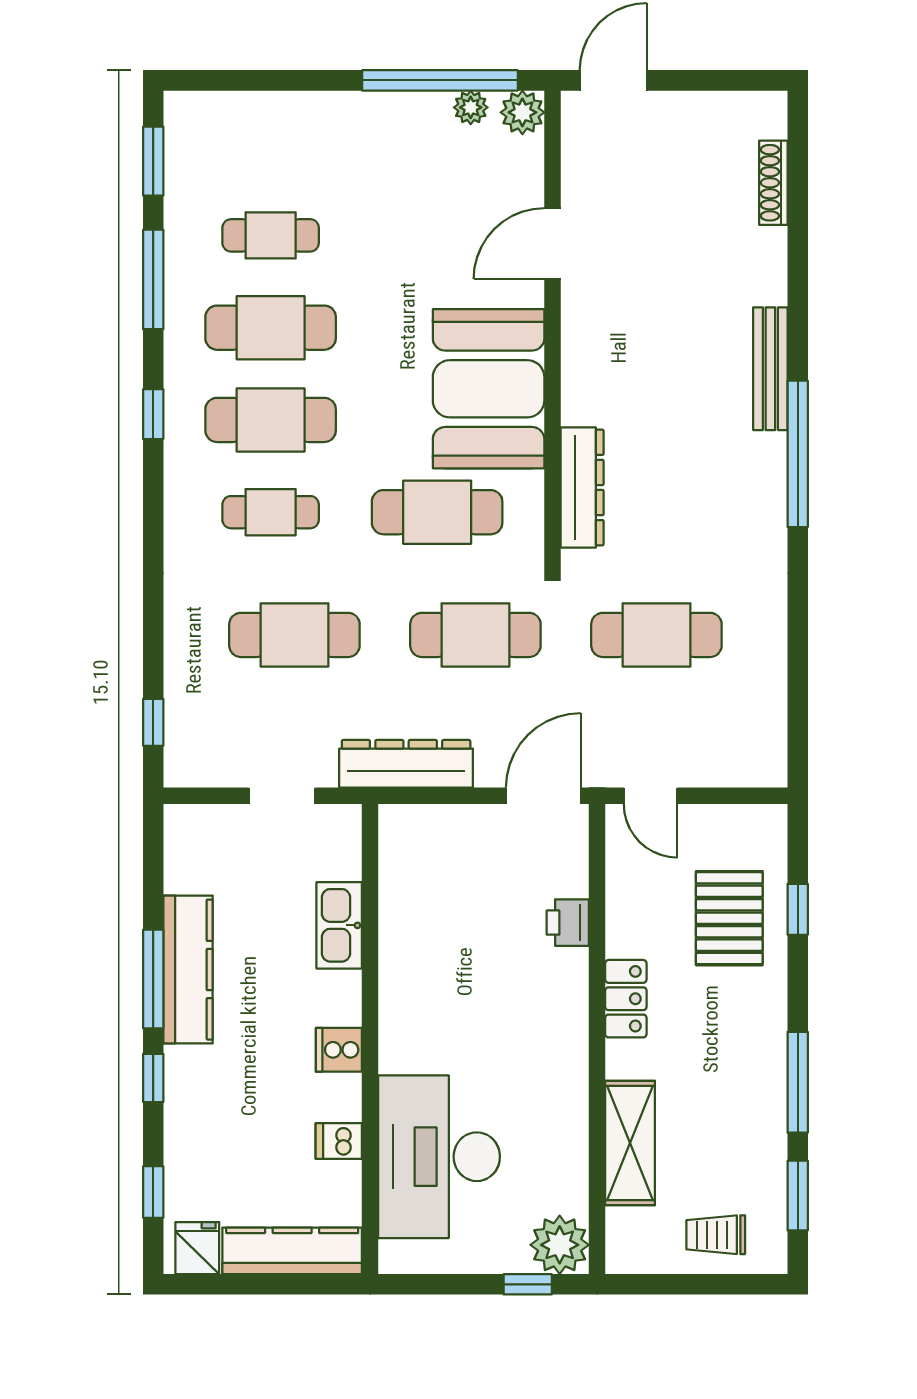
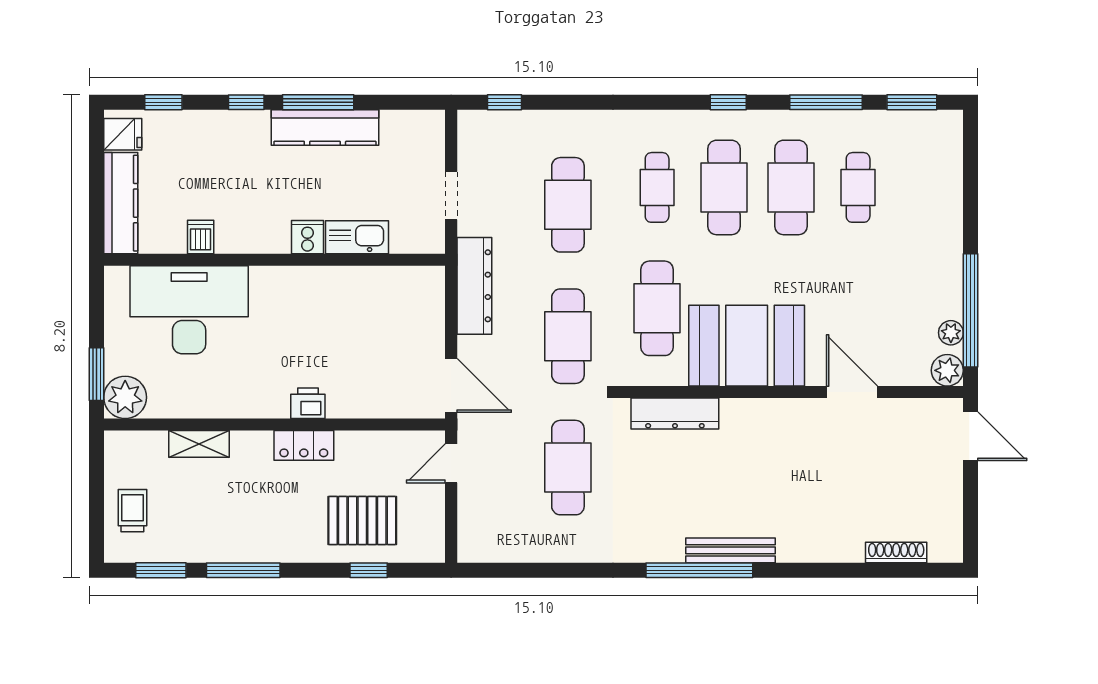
bench: (770, 369) -> (731, 550), moved
printer: (568, 923) -> (308, 403), moved
cooker: (339, 1050) -> (307, 237), moved
shelving: (630, 1143) -> (199, 444), width x0.67, depth x0.75
window: (528, 1284) -> (96, 374), width x1.50

